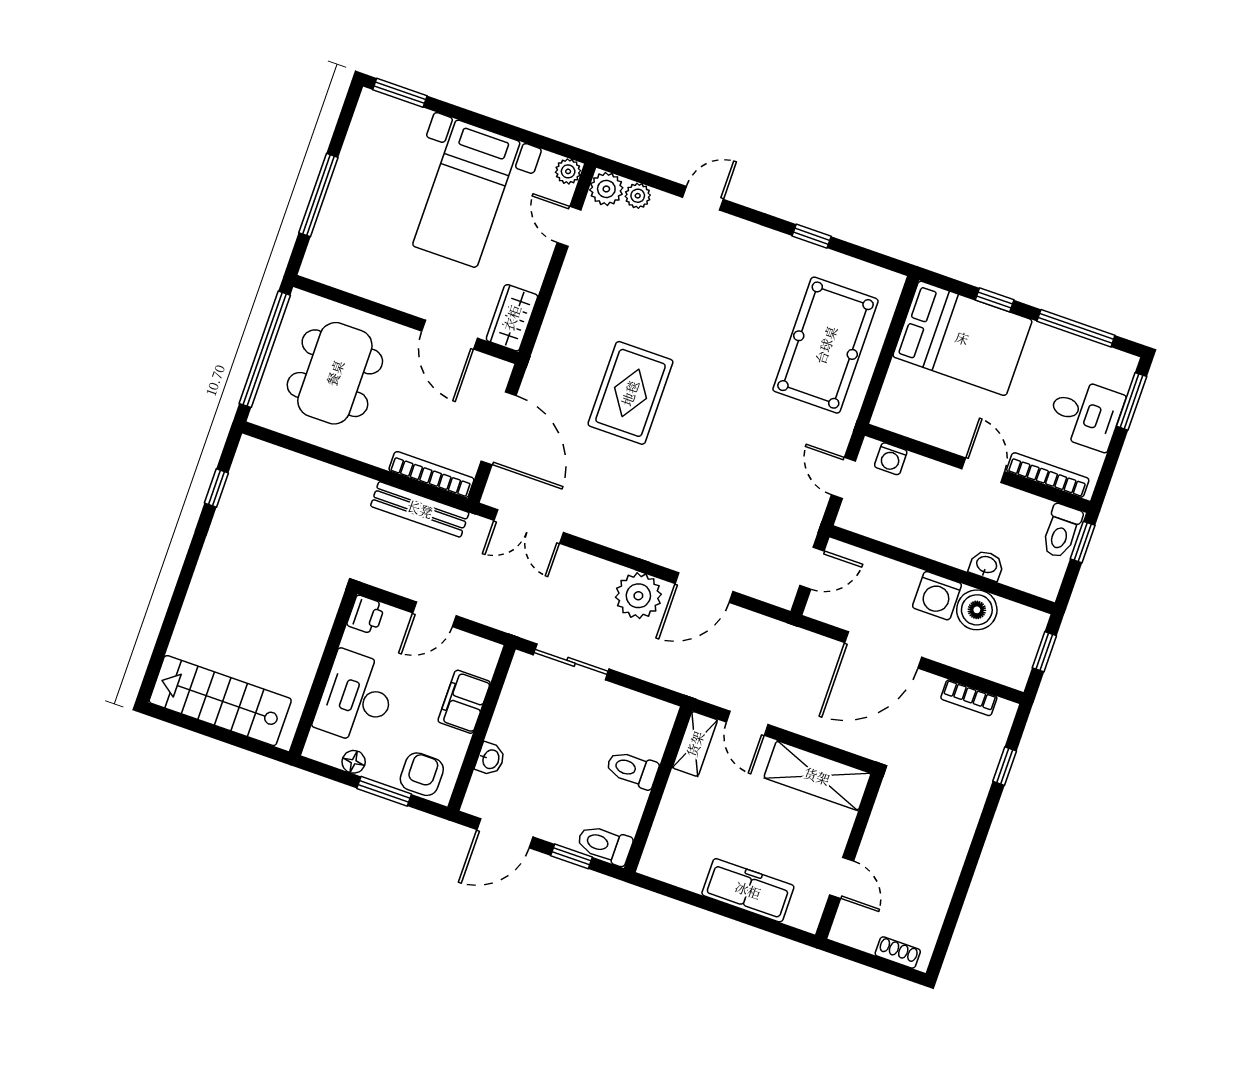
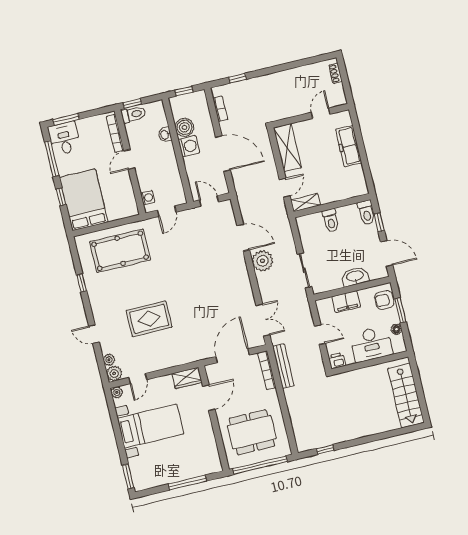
rug: (630, 393) -> (149, 319), moved
desk: (1085, 414) -> (64, 138), moved
washbasin: (490, 759) -> (355, 277), width x1.91, depth x1.45

